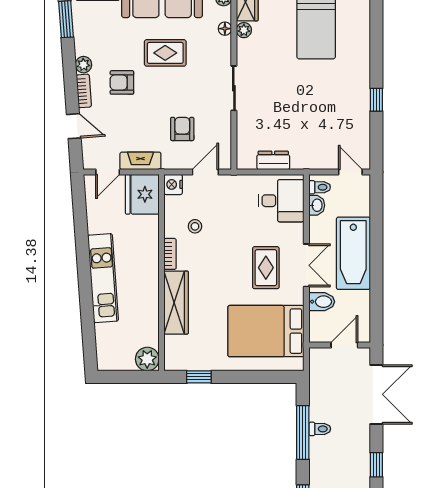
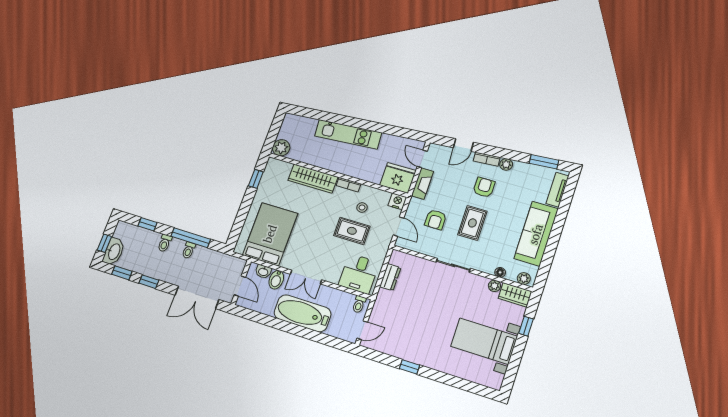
rug: (165, 53) -> (472, 223), moved
armchair: (182, 129) -> (436, 220), turned 90
washbasin: (317, 205) -> (263, 272), moved
rug: (266, 268) -> (352, 231), moved
toilet: (320, 464) -> (165, 243), added

